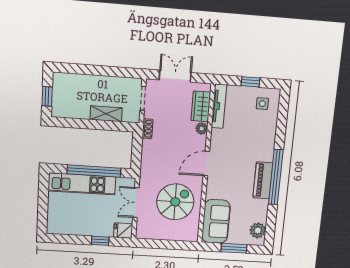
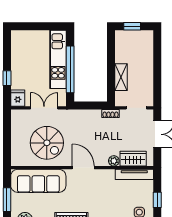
sofa: (216, 221) -> (38, 181), width x1.36

